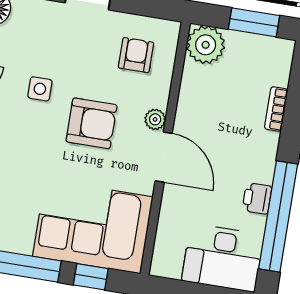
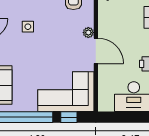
armchair: (92, 123) -> (57, 40), removed

